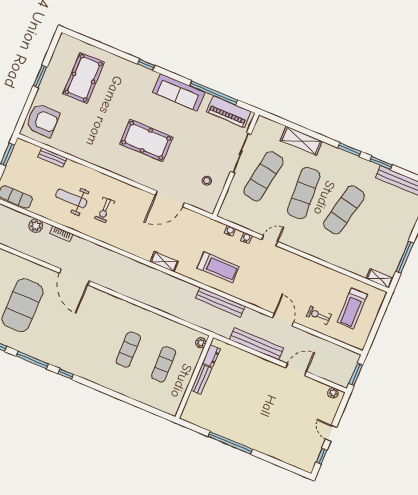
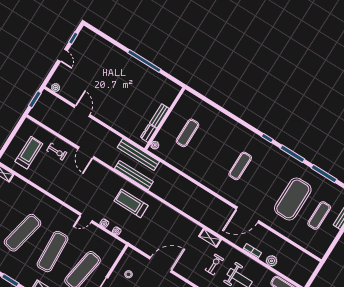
shelving: (164, 262) -> (210, 238), moved
door: (74, 277) -> (247, 215), swing flipped
bench: (257, 344) -> (138, 154), moved
exercise mat: (128, 350) -> (240, 166), moved
door: (296, 370) -> (82, 111), swing flipped

